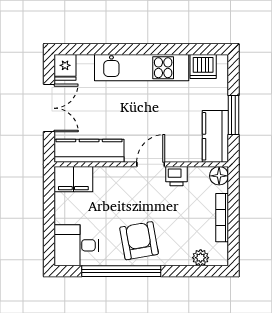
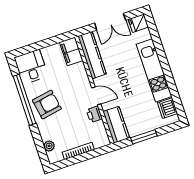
kitchen counter: (215, 136) -> (116, 125), moved, turned 90
floor lamp: (219, 176) -> (103, 140), removed

